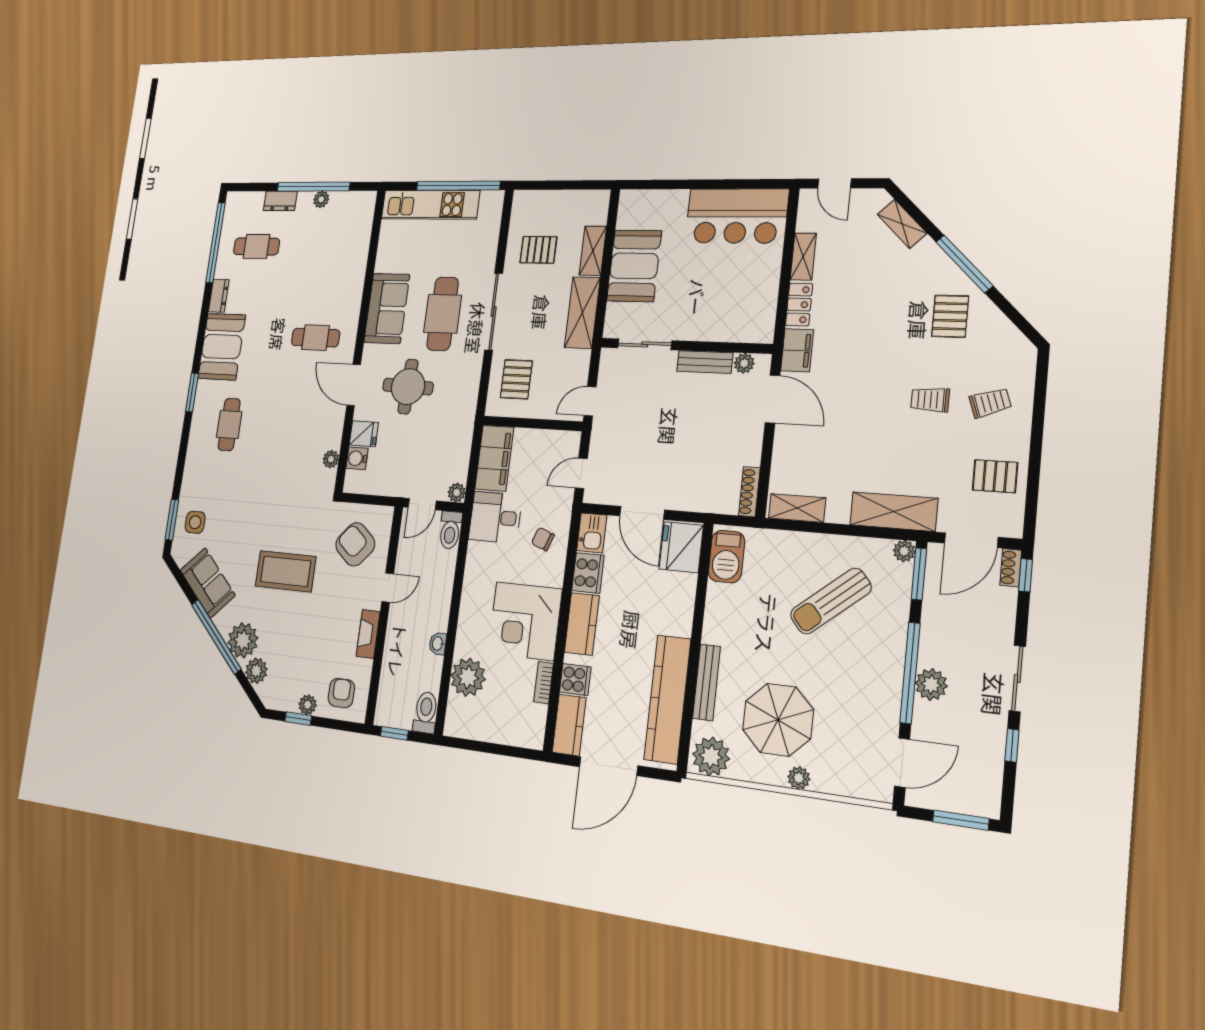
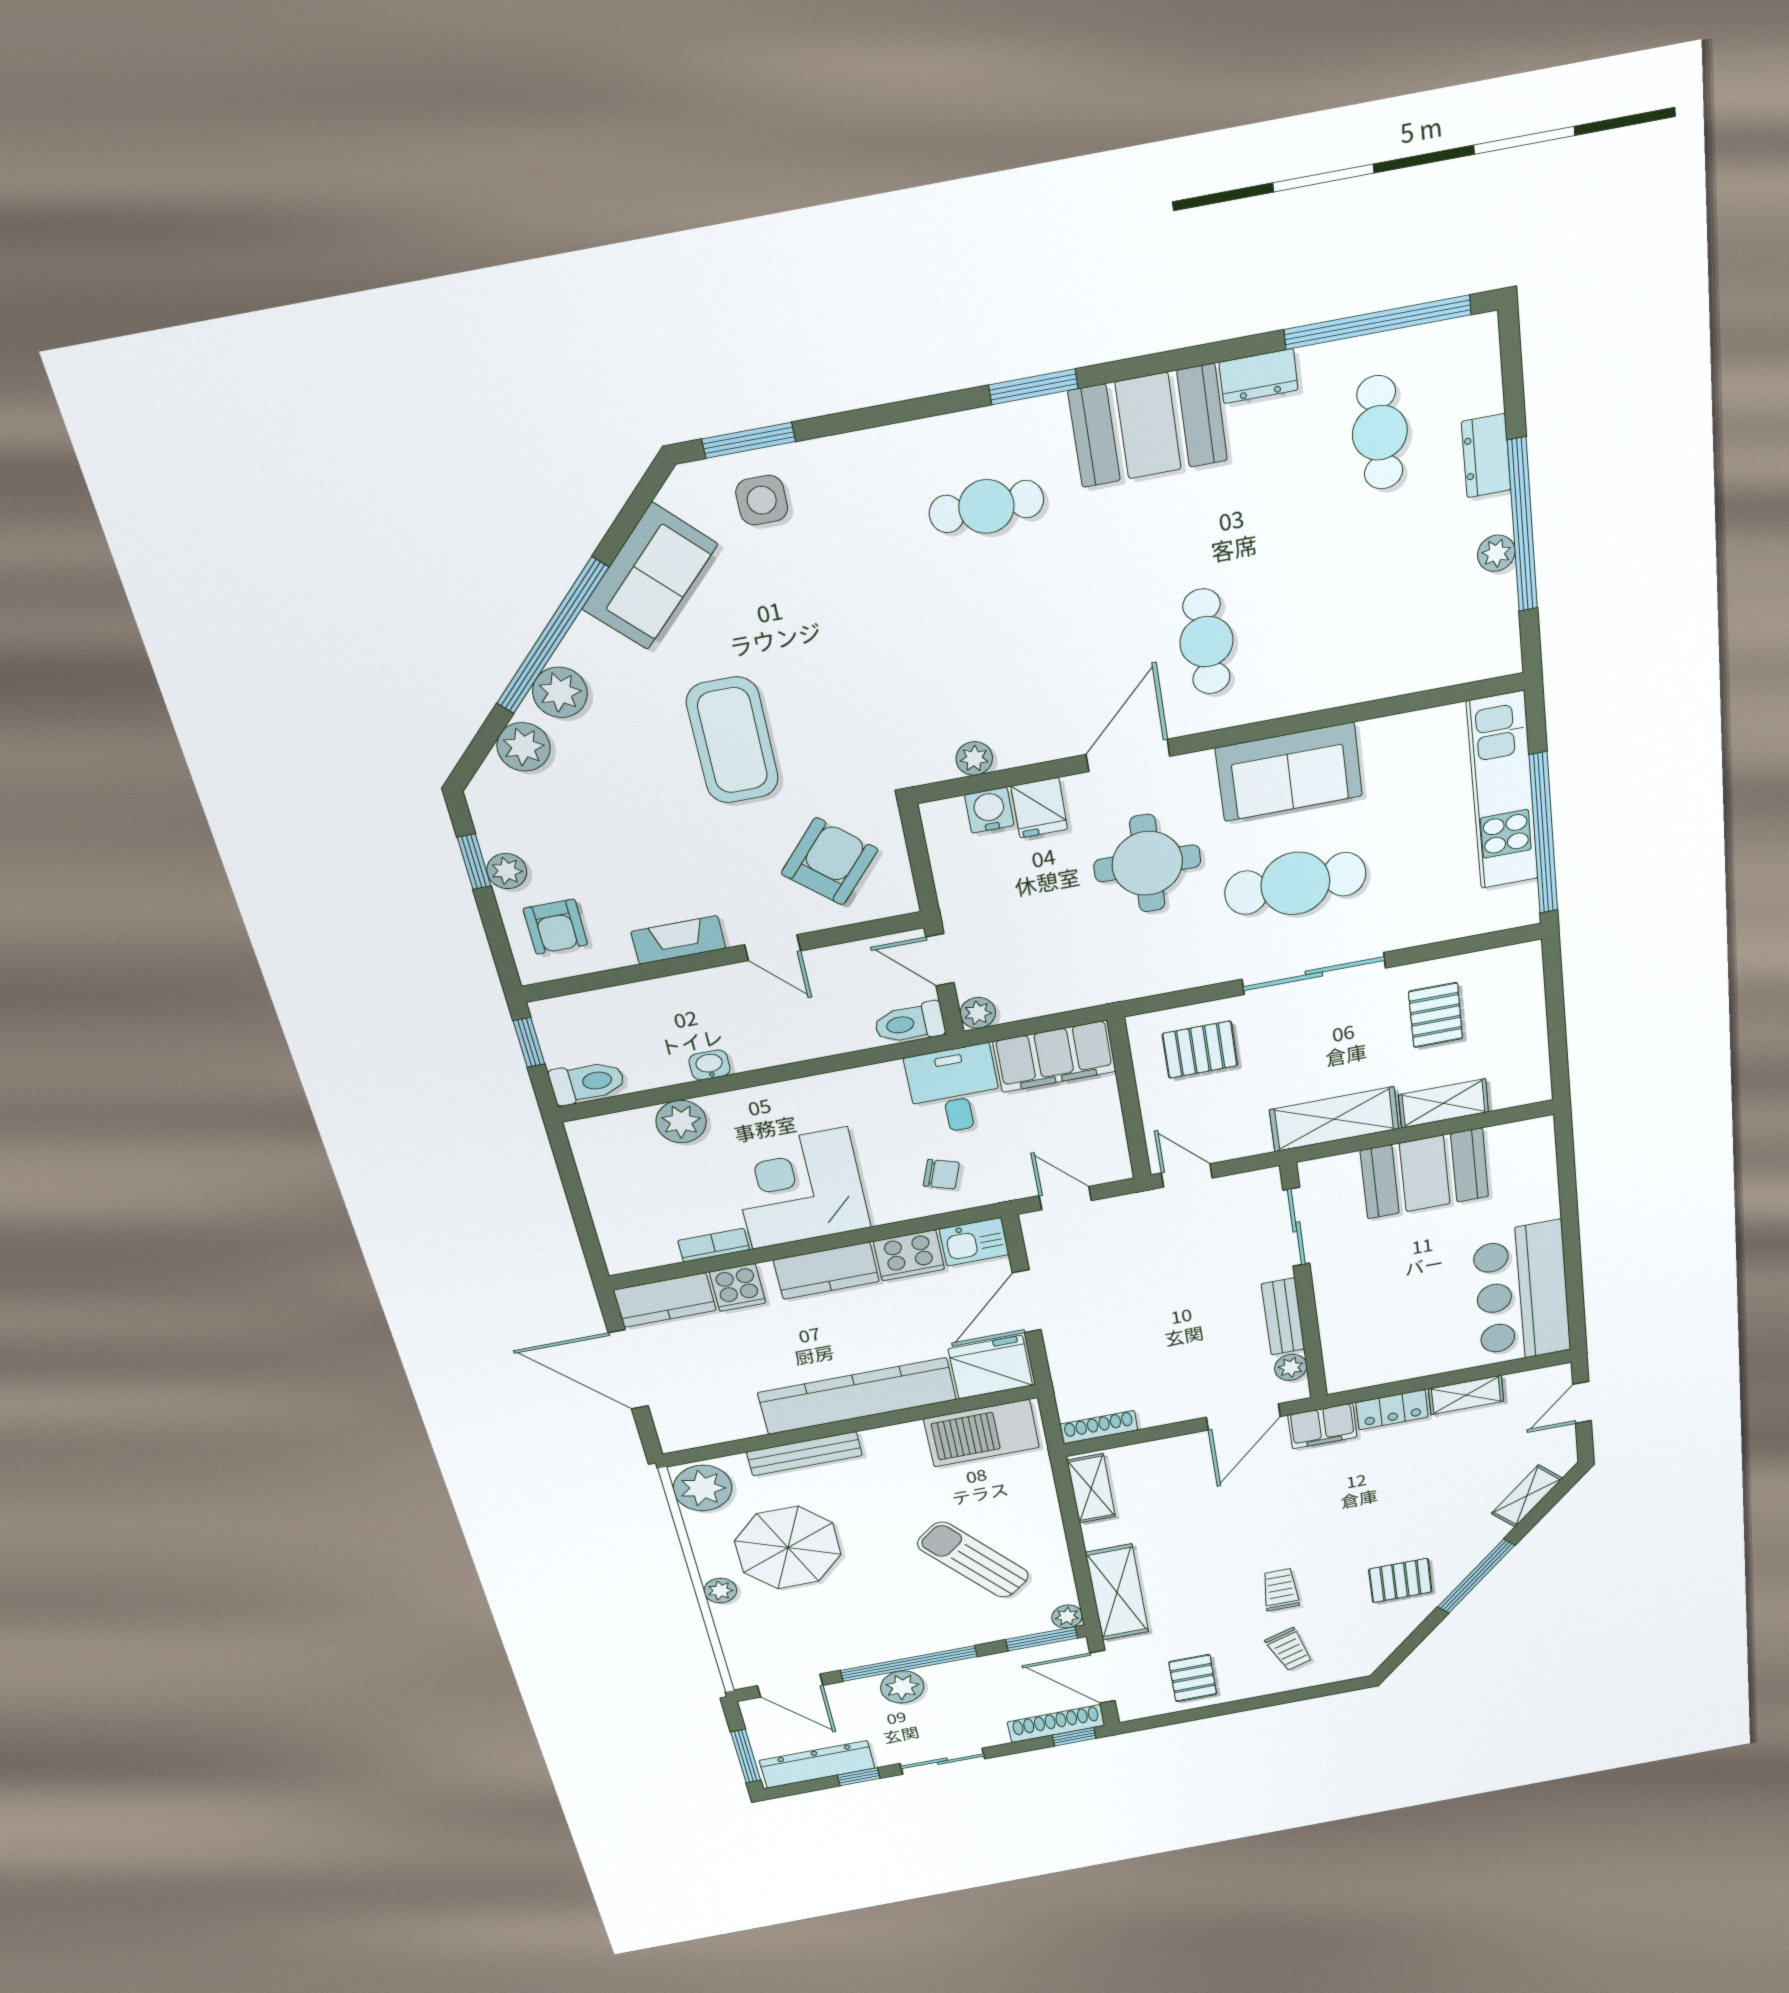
chair: (543, 539) -> (941, 1174), turned 89
barbecue: (726, 557) -> (982, 1433), width x1.37, depth x1.21
shoe rack: (1011, 568) -> (1056, 1724), width x1.94, depth x1.24
plant: (243, 640) -> (560, 692), width x0.73, depth x0.73
plant: (468, 677) -> (681, 1122), width x0.73, depth x0.73
armchair: (341, 693) -> (555, 927), turned 90
kitchen counter: (667, 699) -> (857, 1396), moved
dresser: (988, 771) -> (817, 1764), added

